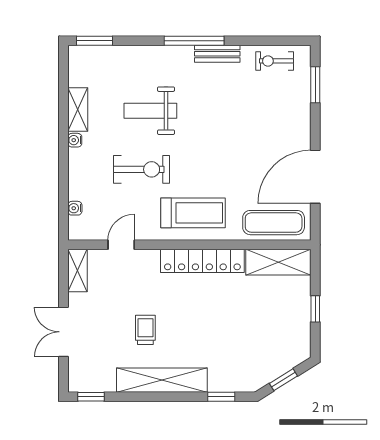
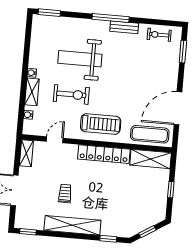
shelving: (78, 110) -> (32, 92), moved
weight bench: (150, 111) -> (80, 59), width x1.36, depth x1.33

